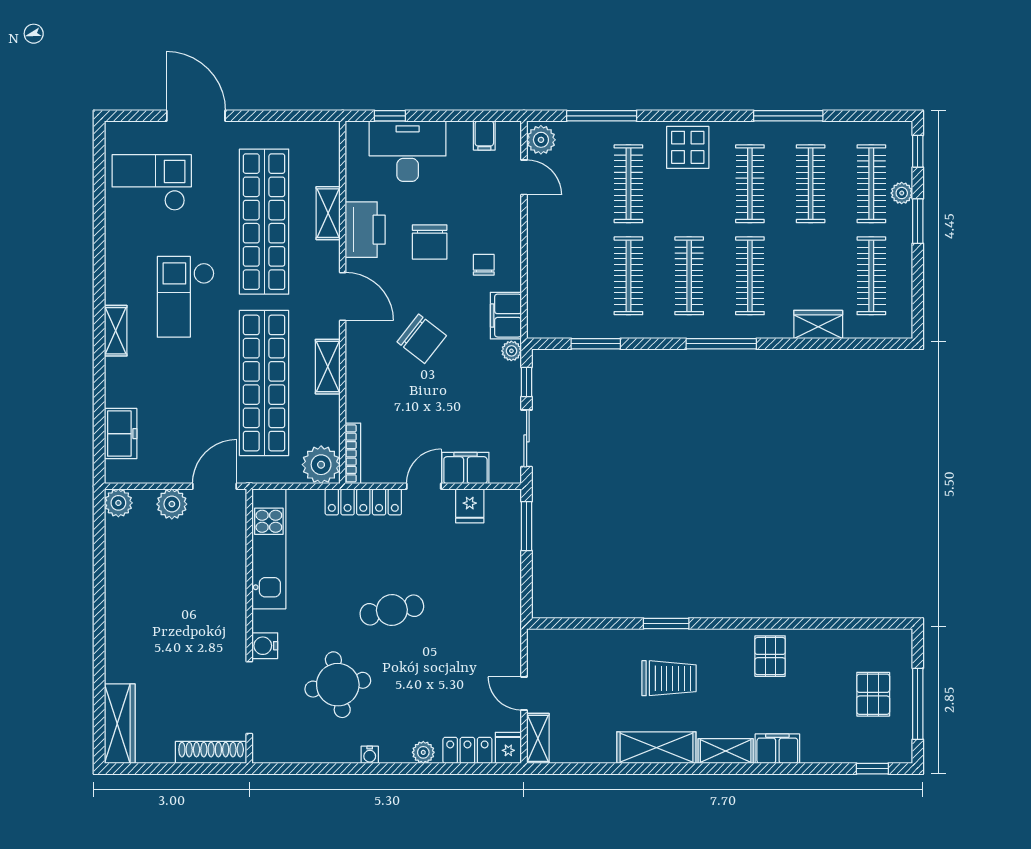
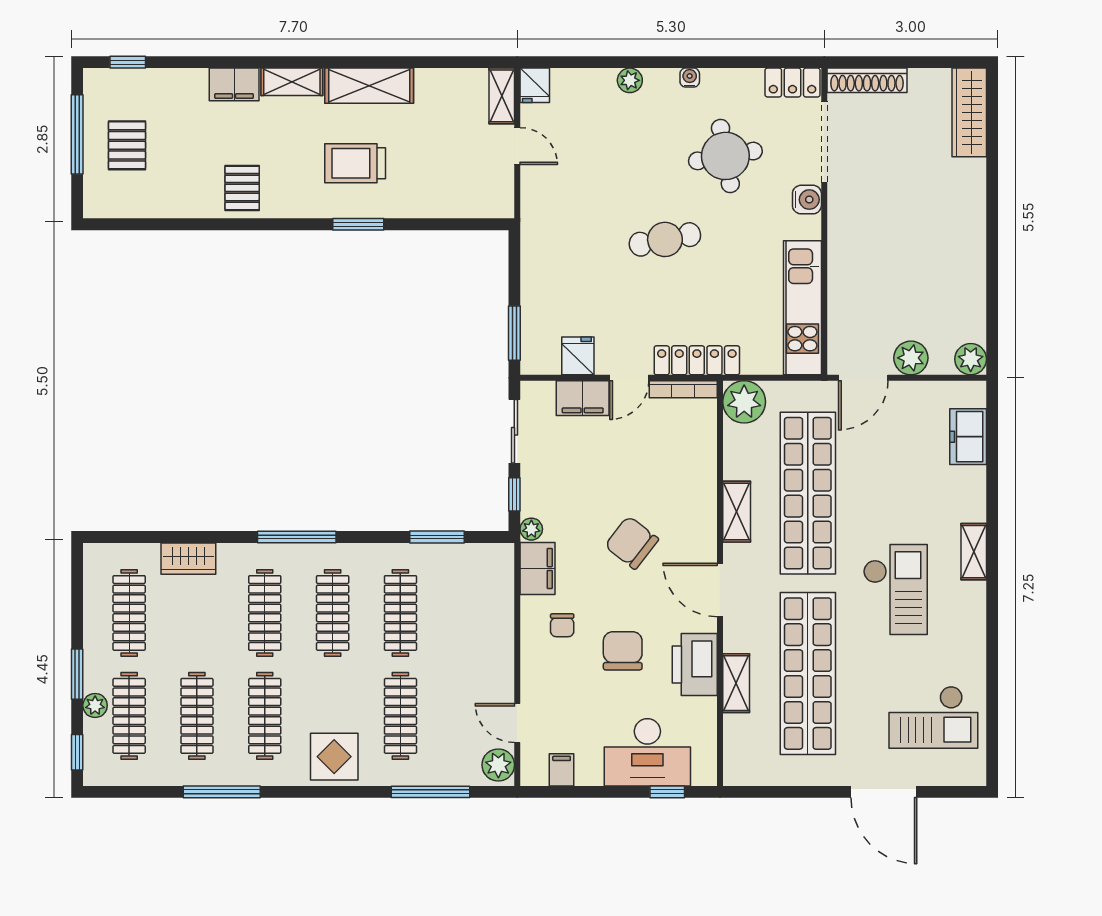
bookcase: (353, 453) -> (683, 389), moved, turned -90
locker: (467, 750) -> (793, 82), moved

